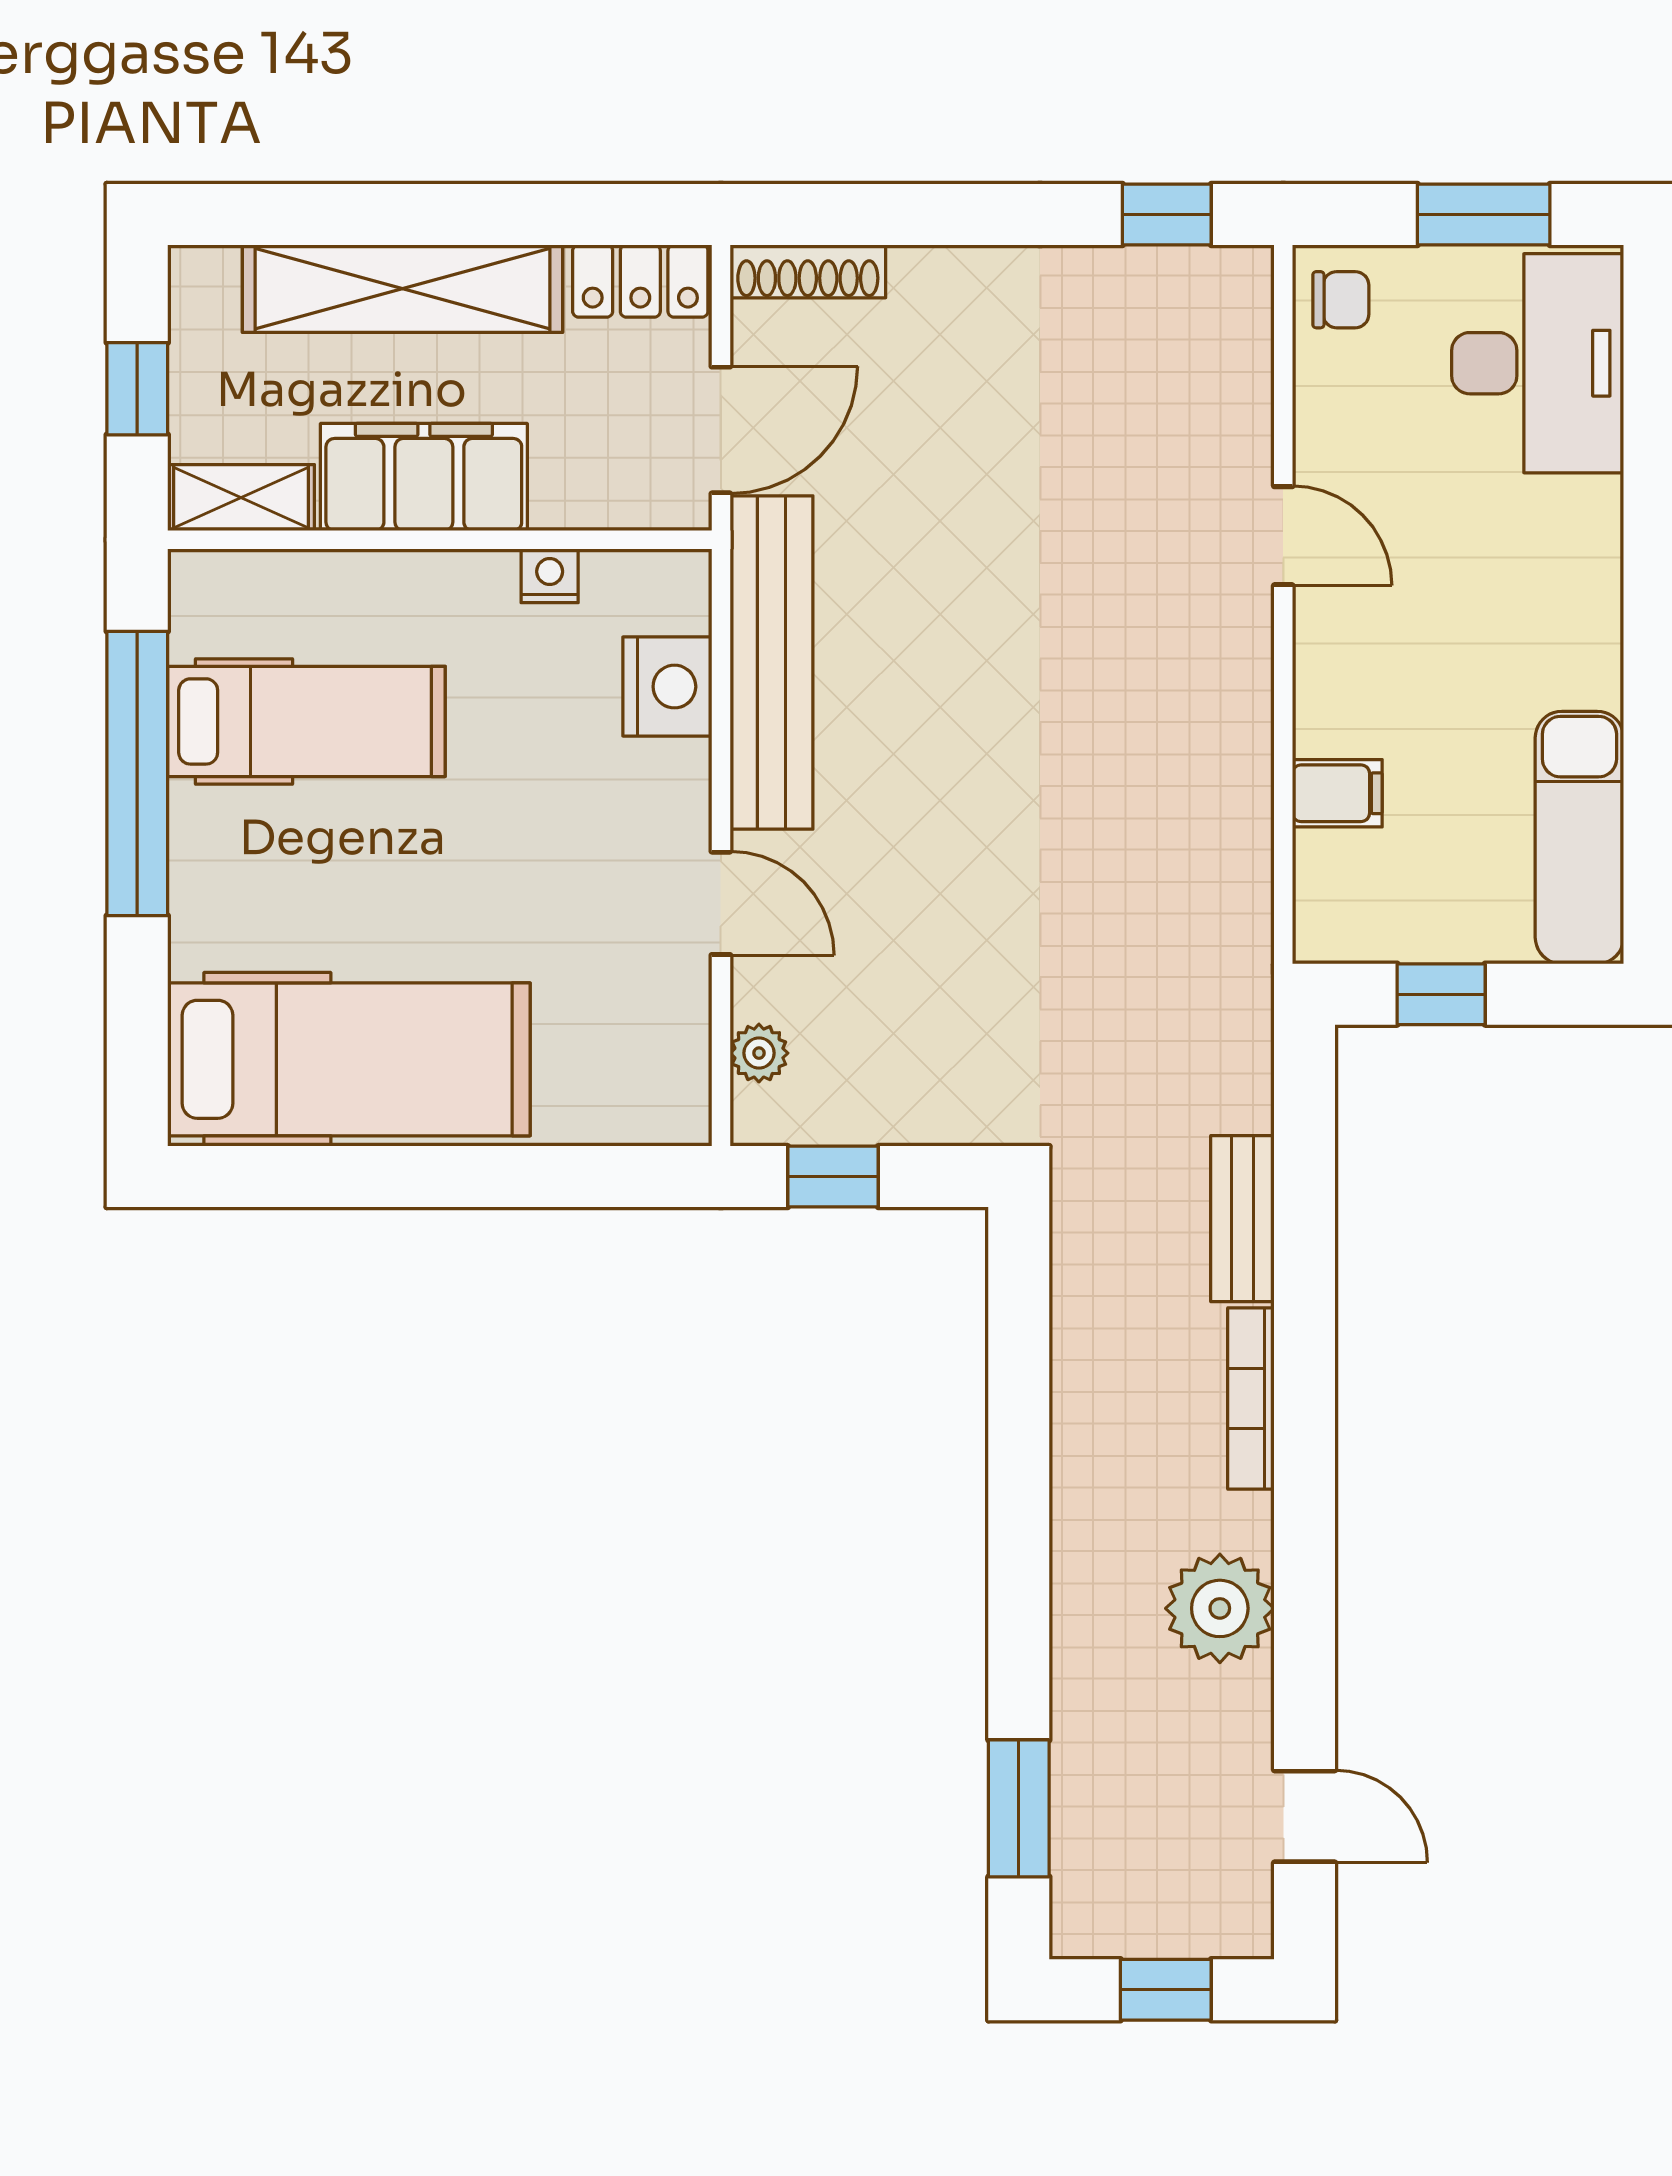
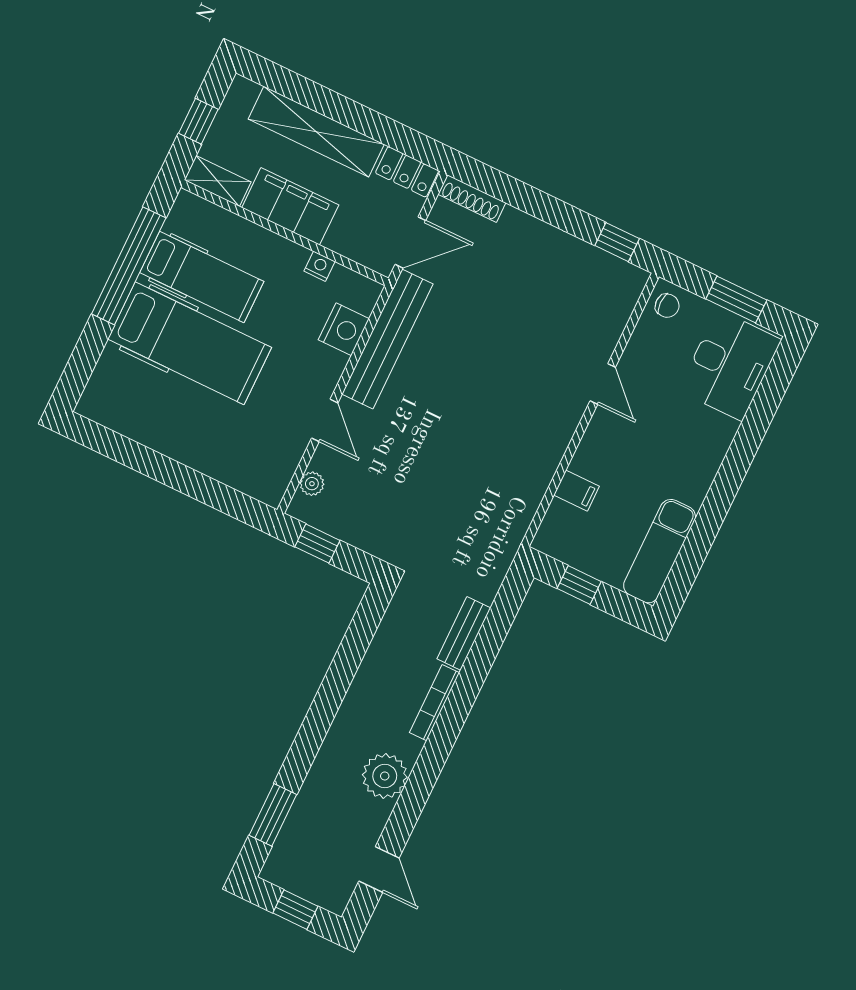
hospital bed: (349, 1059) -> (190, 343), moved

